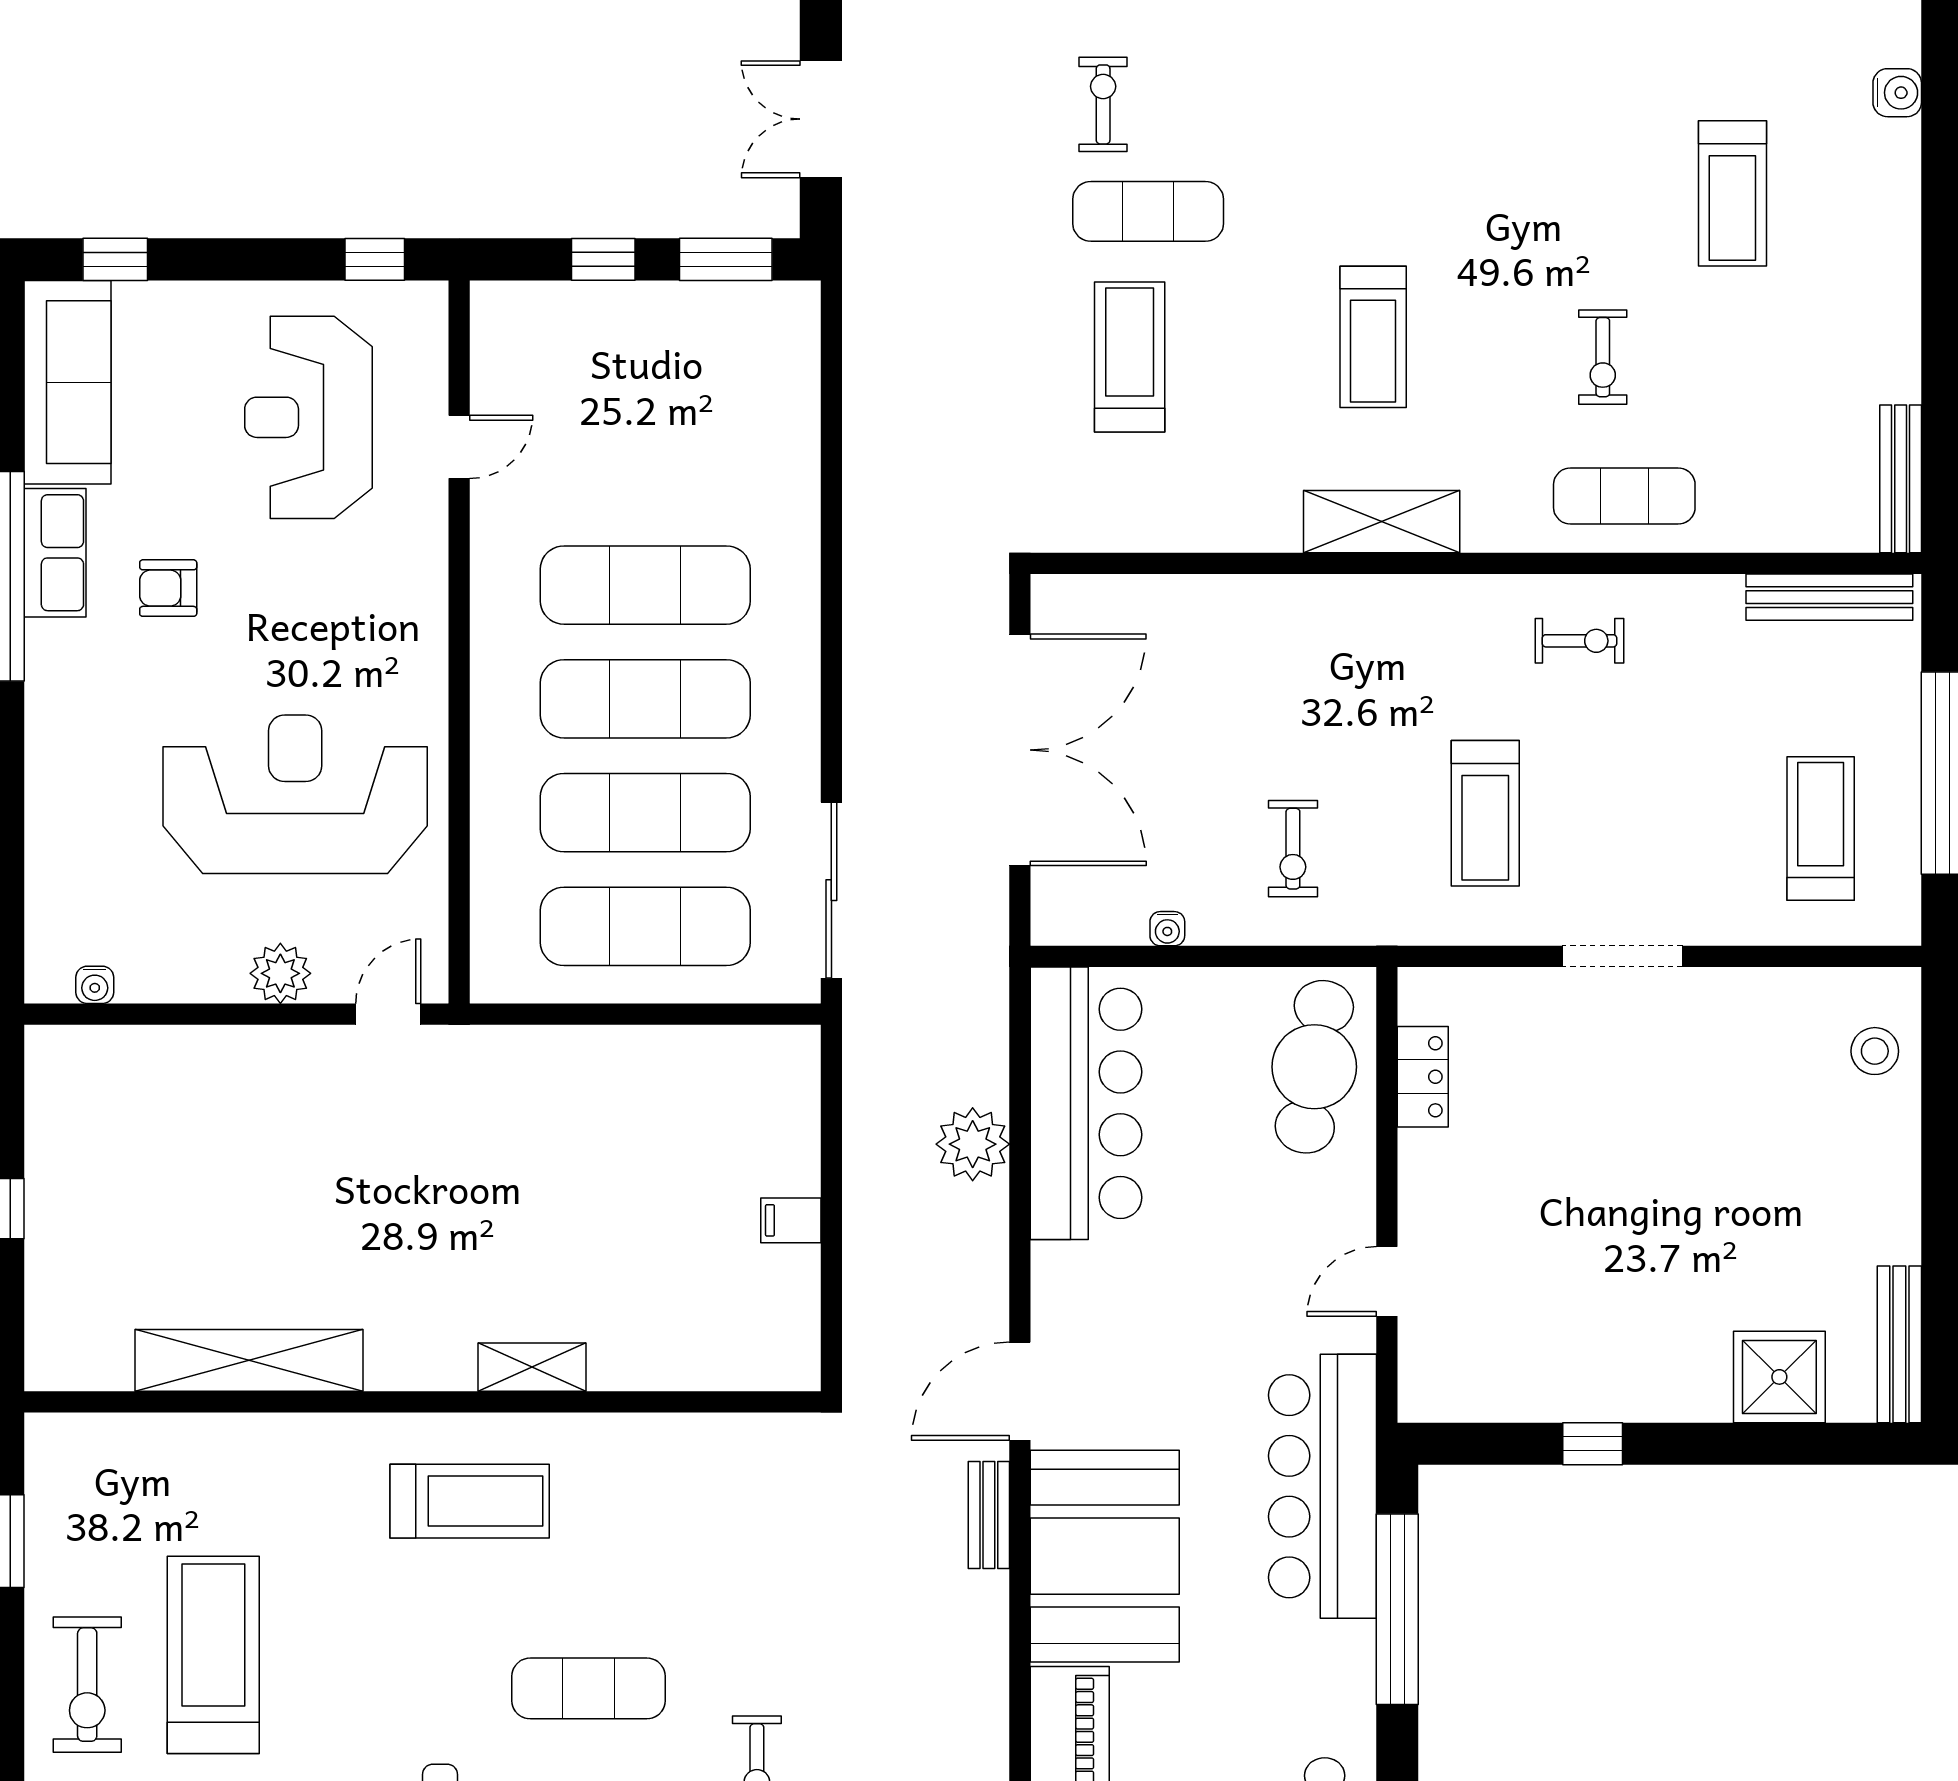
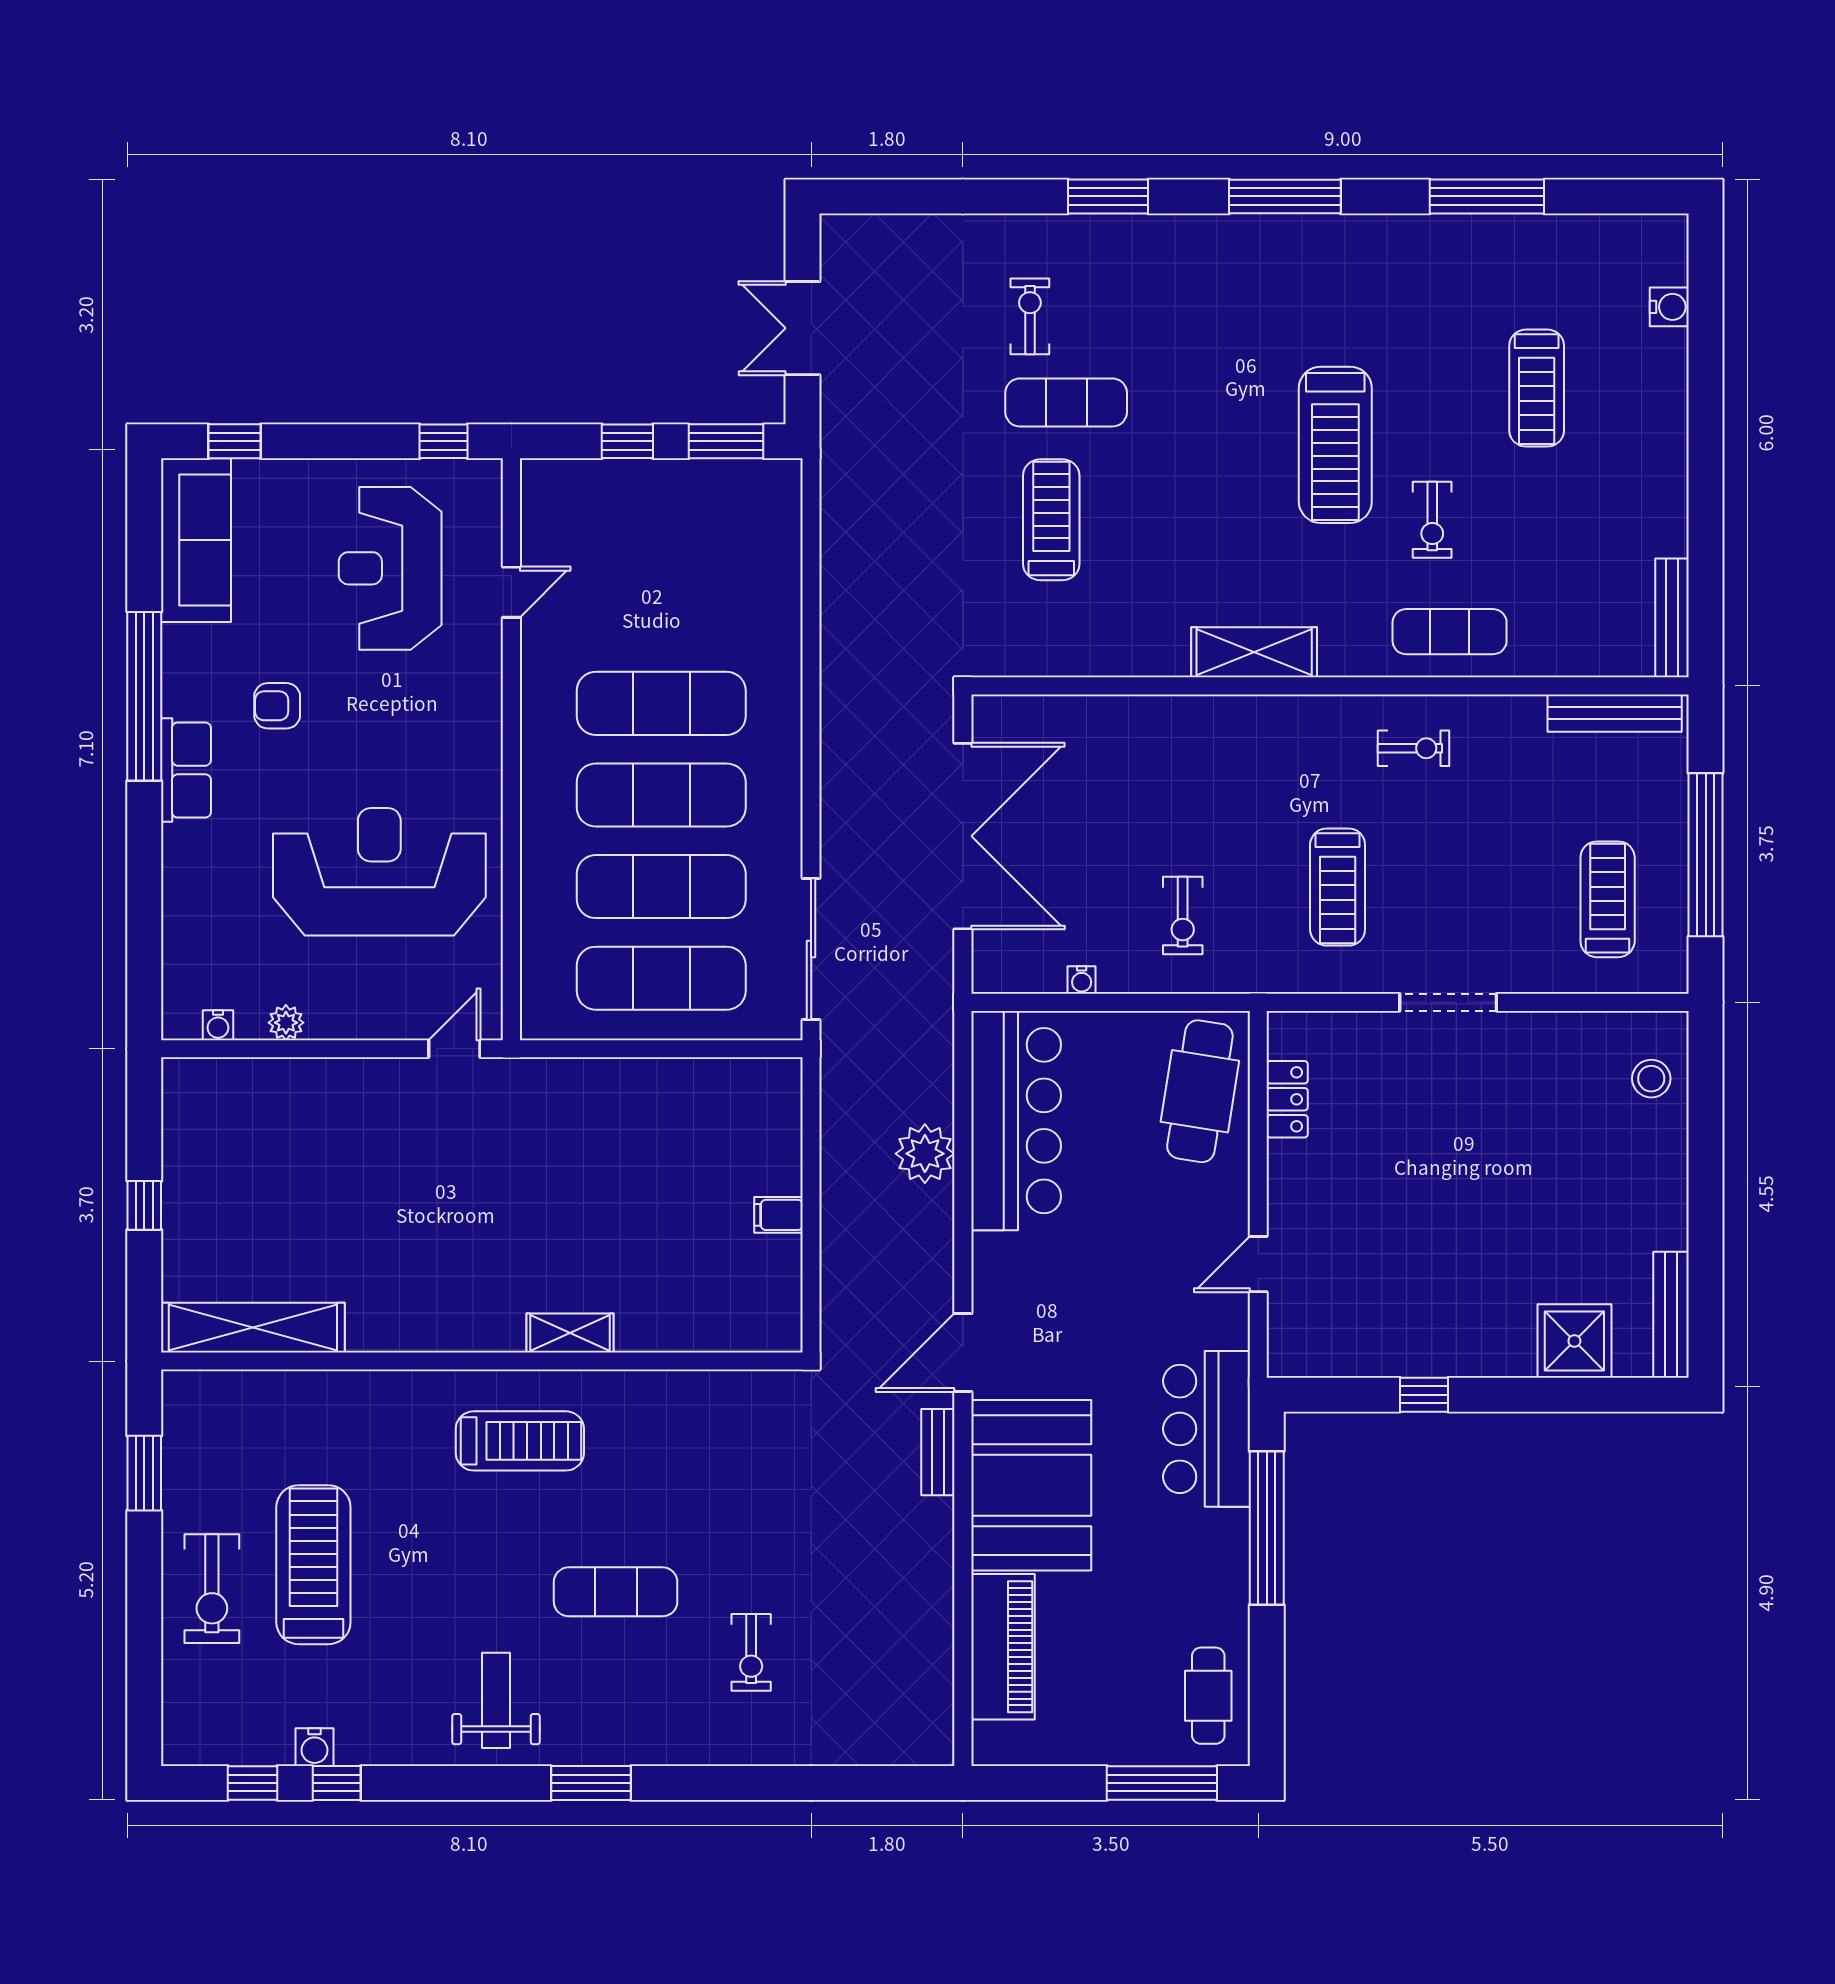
treadmill: (1373, 337) -> (1335, 445), moved, width x1.37, depth x1.38
row of seats: (55, 553) -> (186, 770), moved
plant: (280, 973) -> (286, 1023), moved, width x0.73, depth x0.73
shelving: (249, 1360) -> (253, 1328), moved
bar counter: (1323, 1486) -> (1207, 1429), width x0.73

